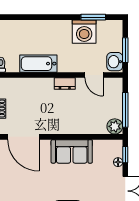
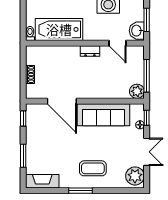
bathtub: (38, 64) -> (59, 29), width x1.36, depth x1.36
door: (23, 137) -> (62, 101), moved
sofa: (72, 151) -> (103, 115), width x1.36

